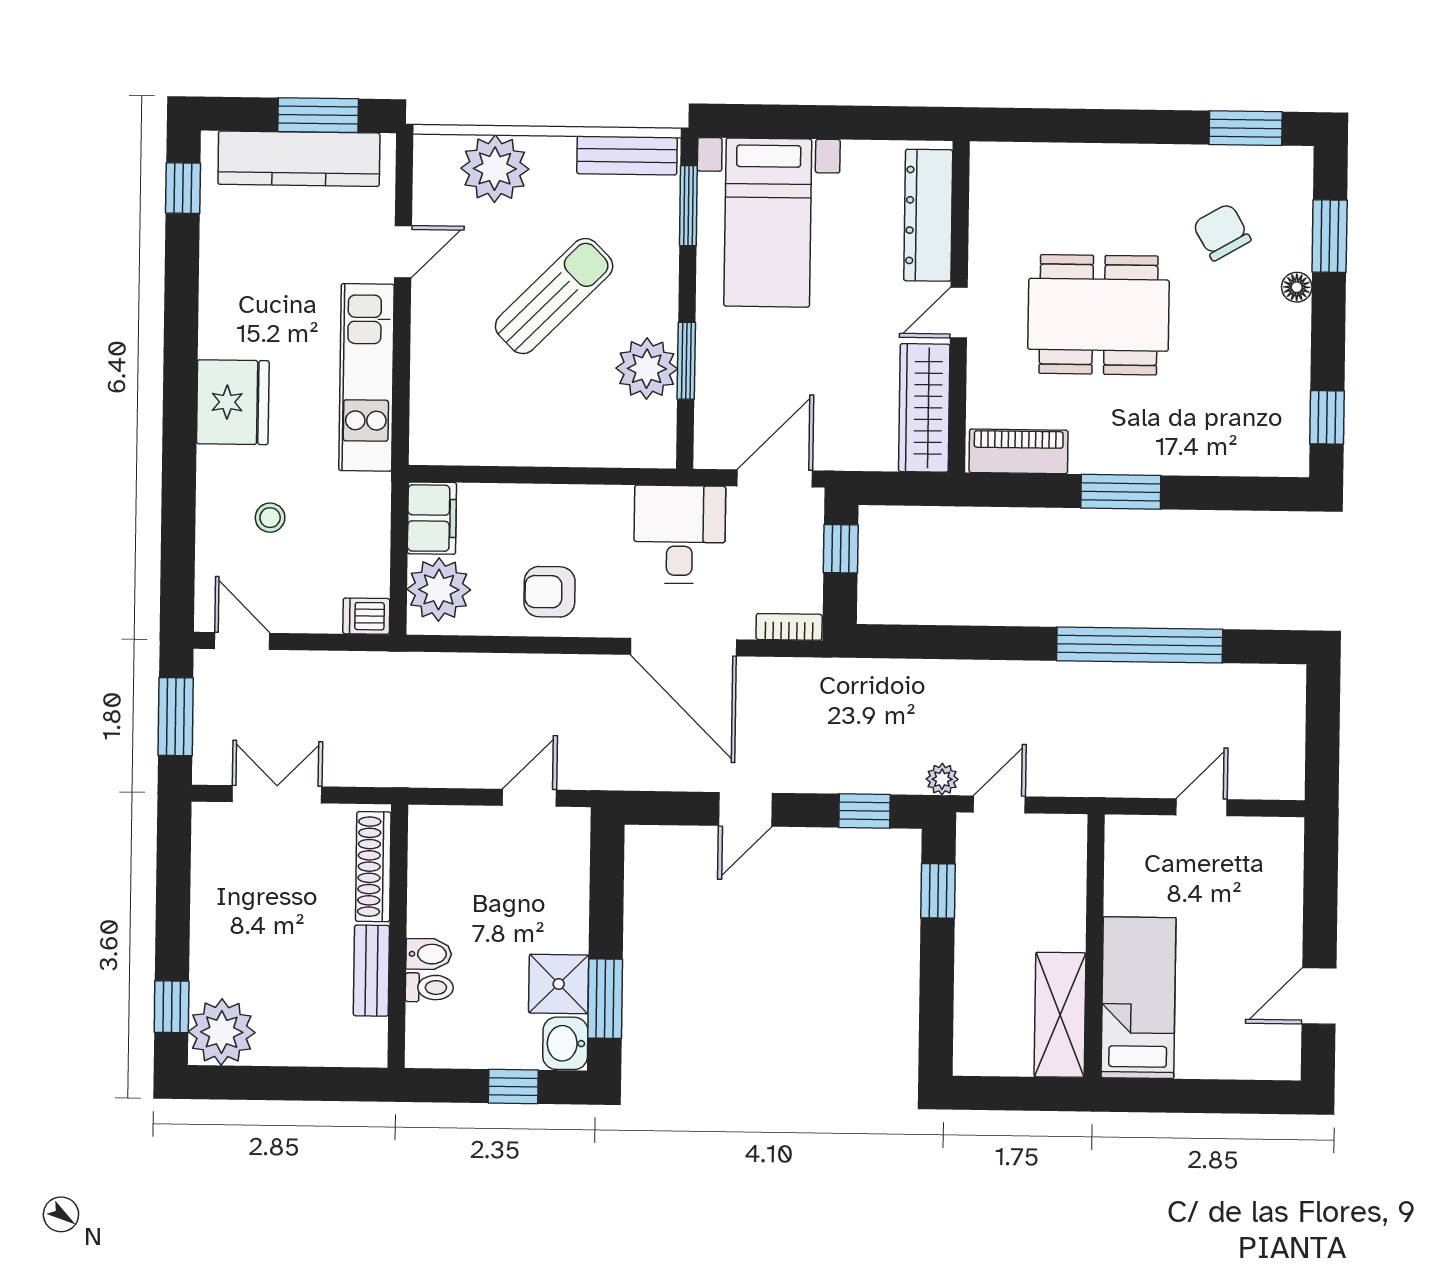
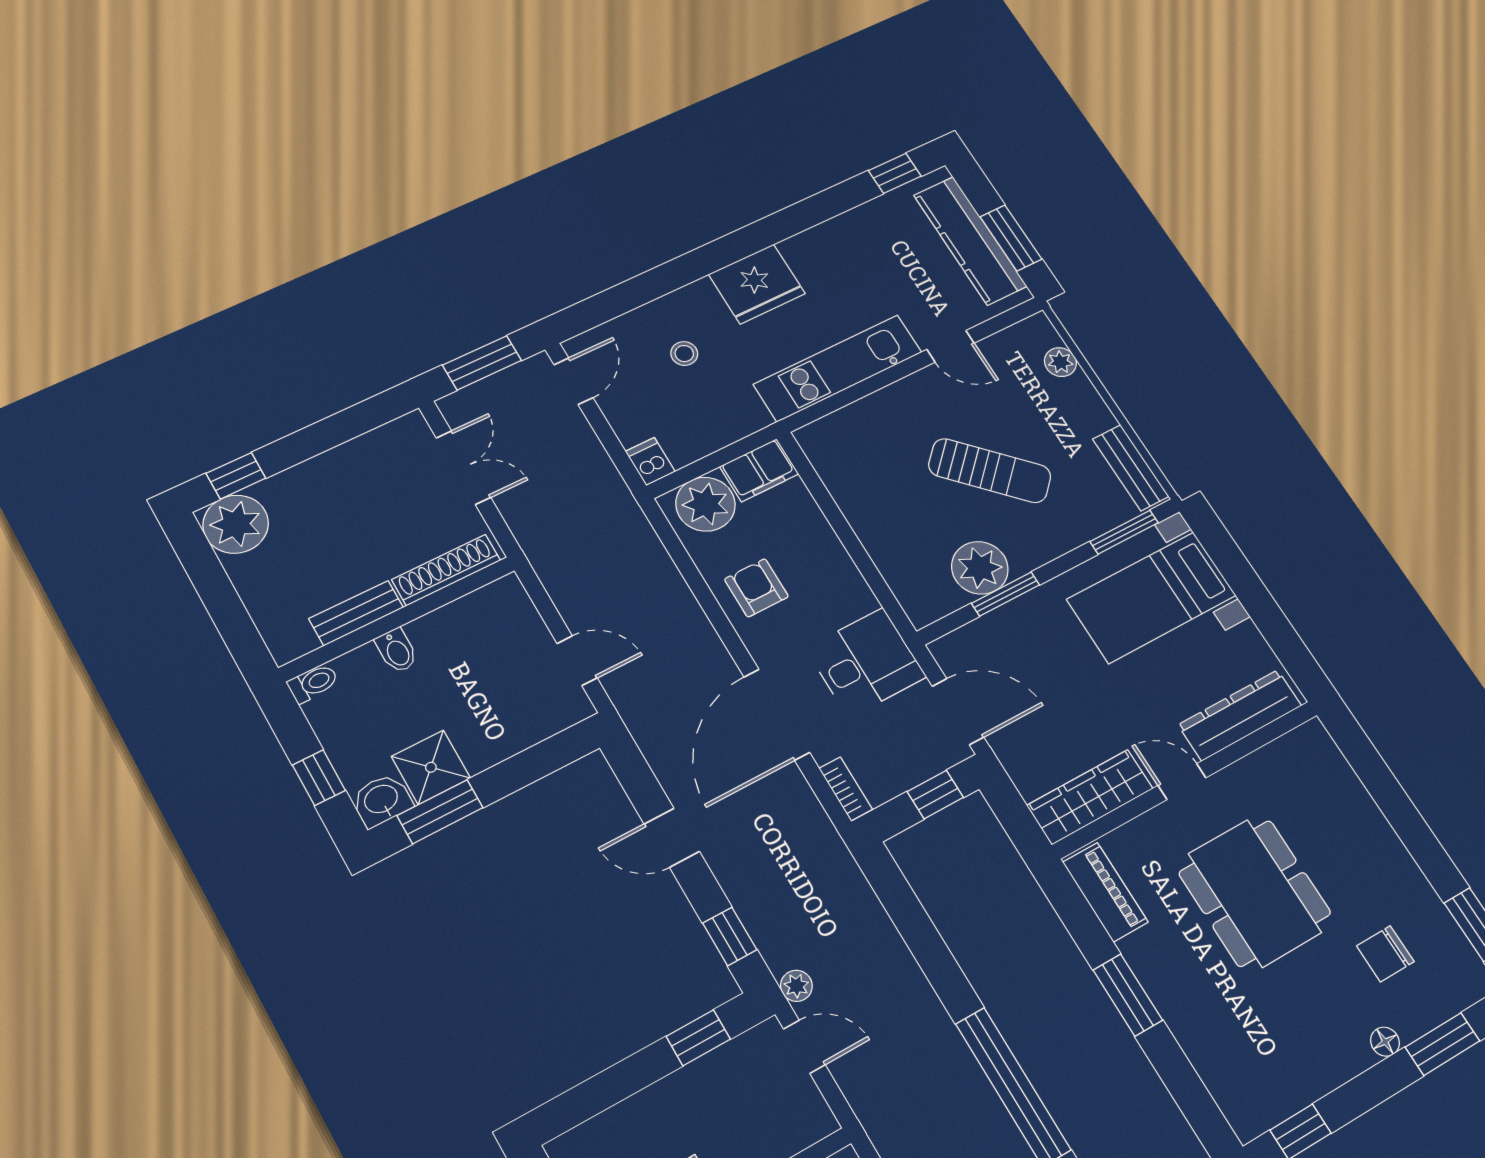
plant: (495, 169) -> (1060, 362), width x0.53, depth x0.53
chair: (1222, 232) -> (1385, 954), turned -150
toilet: (429, 987) -> (313, 683), moved, turned -90

